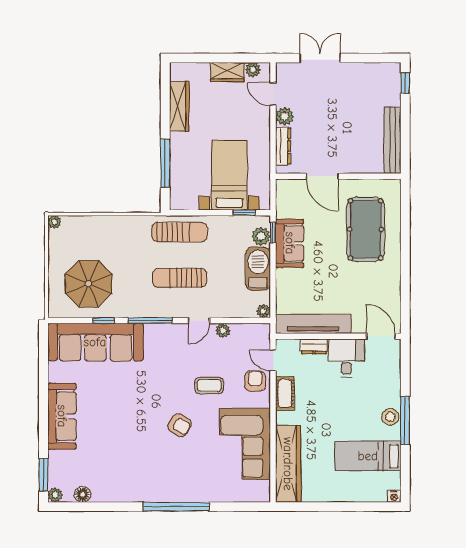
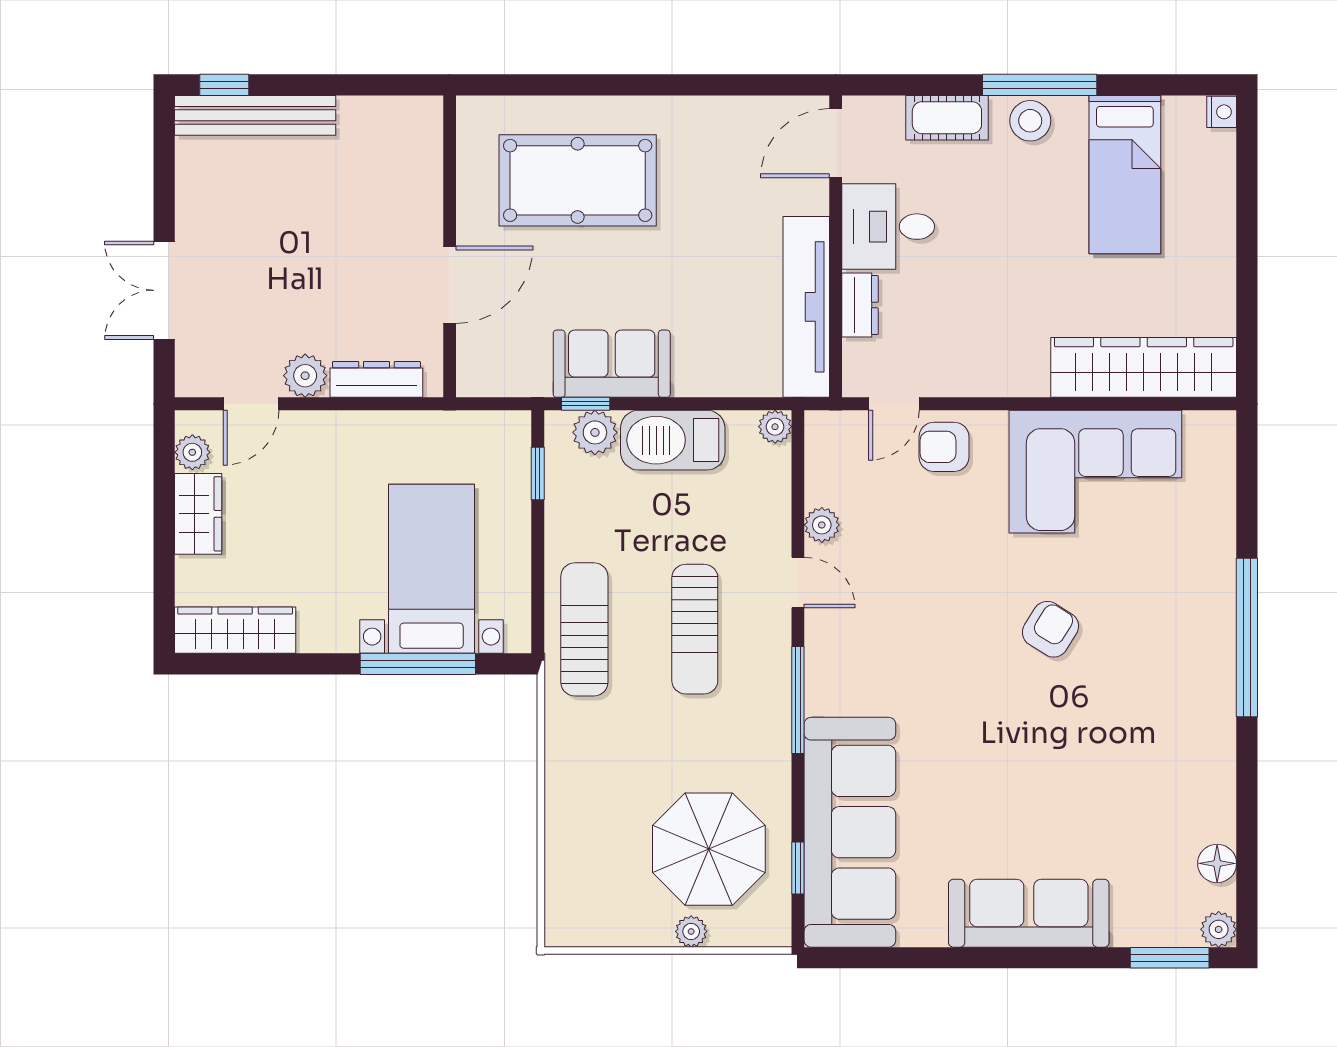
wardrobe: (179, 106) -> (235, 630), moved
bench: (393, 140) -> (255, 115), moved
bed with nightstands: (229, 175) -> (432, 569), moved, turned 90
plant: (54, 222) -> (691, 931), moved
window: (103, 321) -> (798, 868), moved
coffee table: (209, 386) -> (955, 558), removed
cot: (285, 393) -> (947, 118), moved

